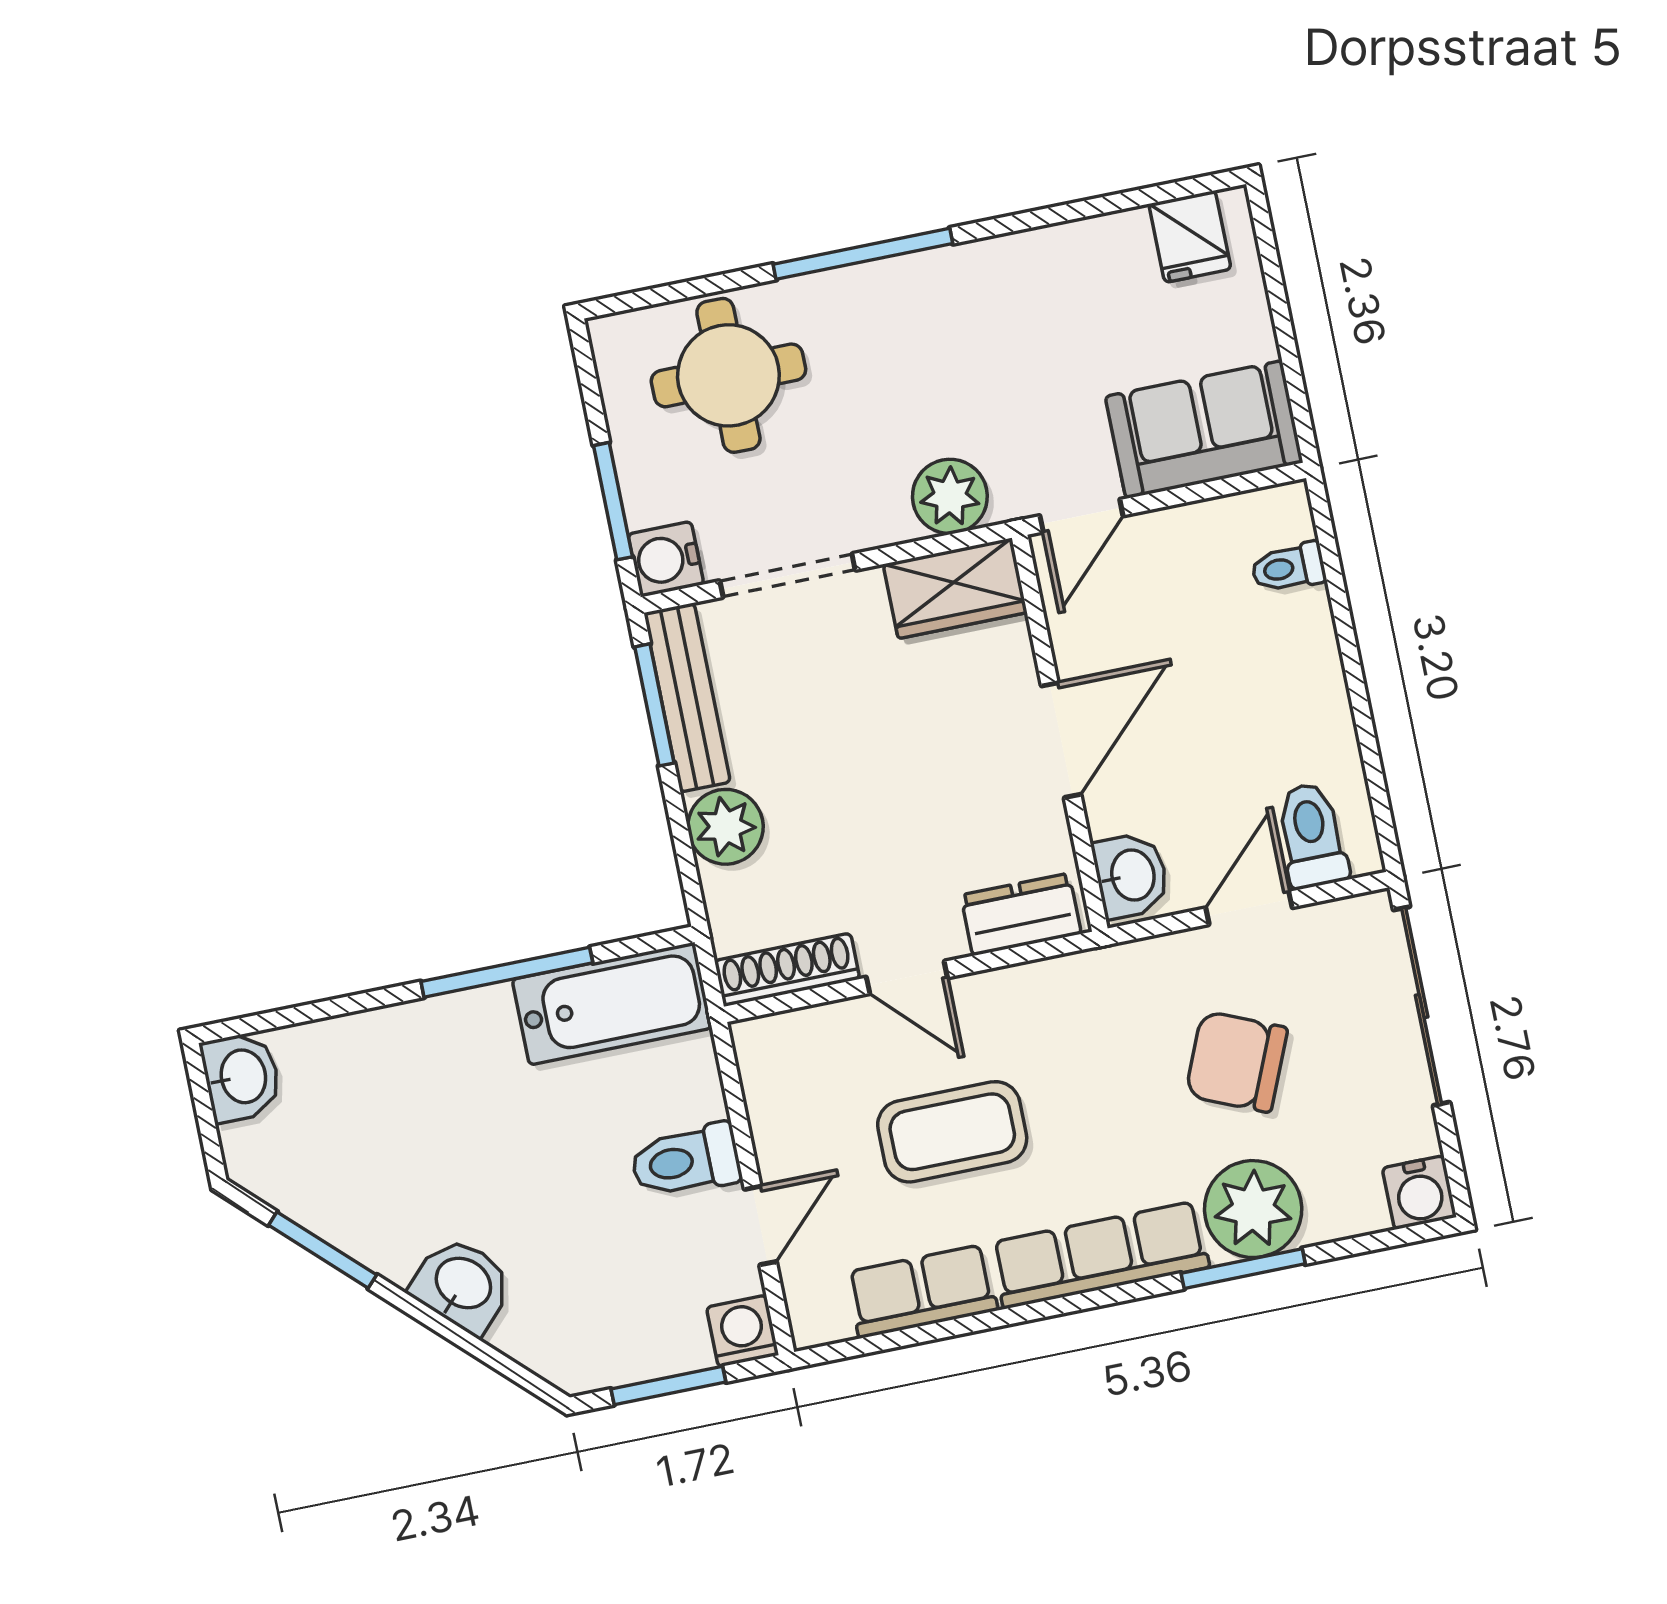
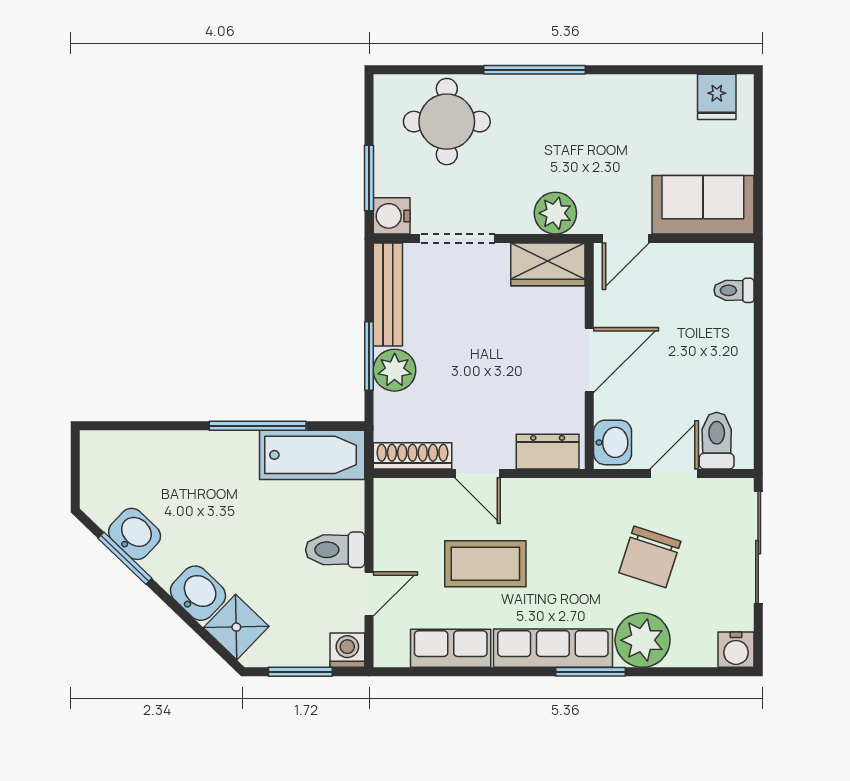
window: (654, 705) -> (369, 356), moved
chair: (1236, 1062) -> (650, 557), turned -95
washbasin: (241, 1077) -> (135, 534), moved, turned -46
window: (1243, 1269) -> (591, 672), moved
shower: (541, 1330) -> (236, 627), added

